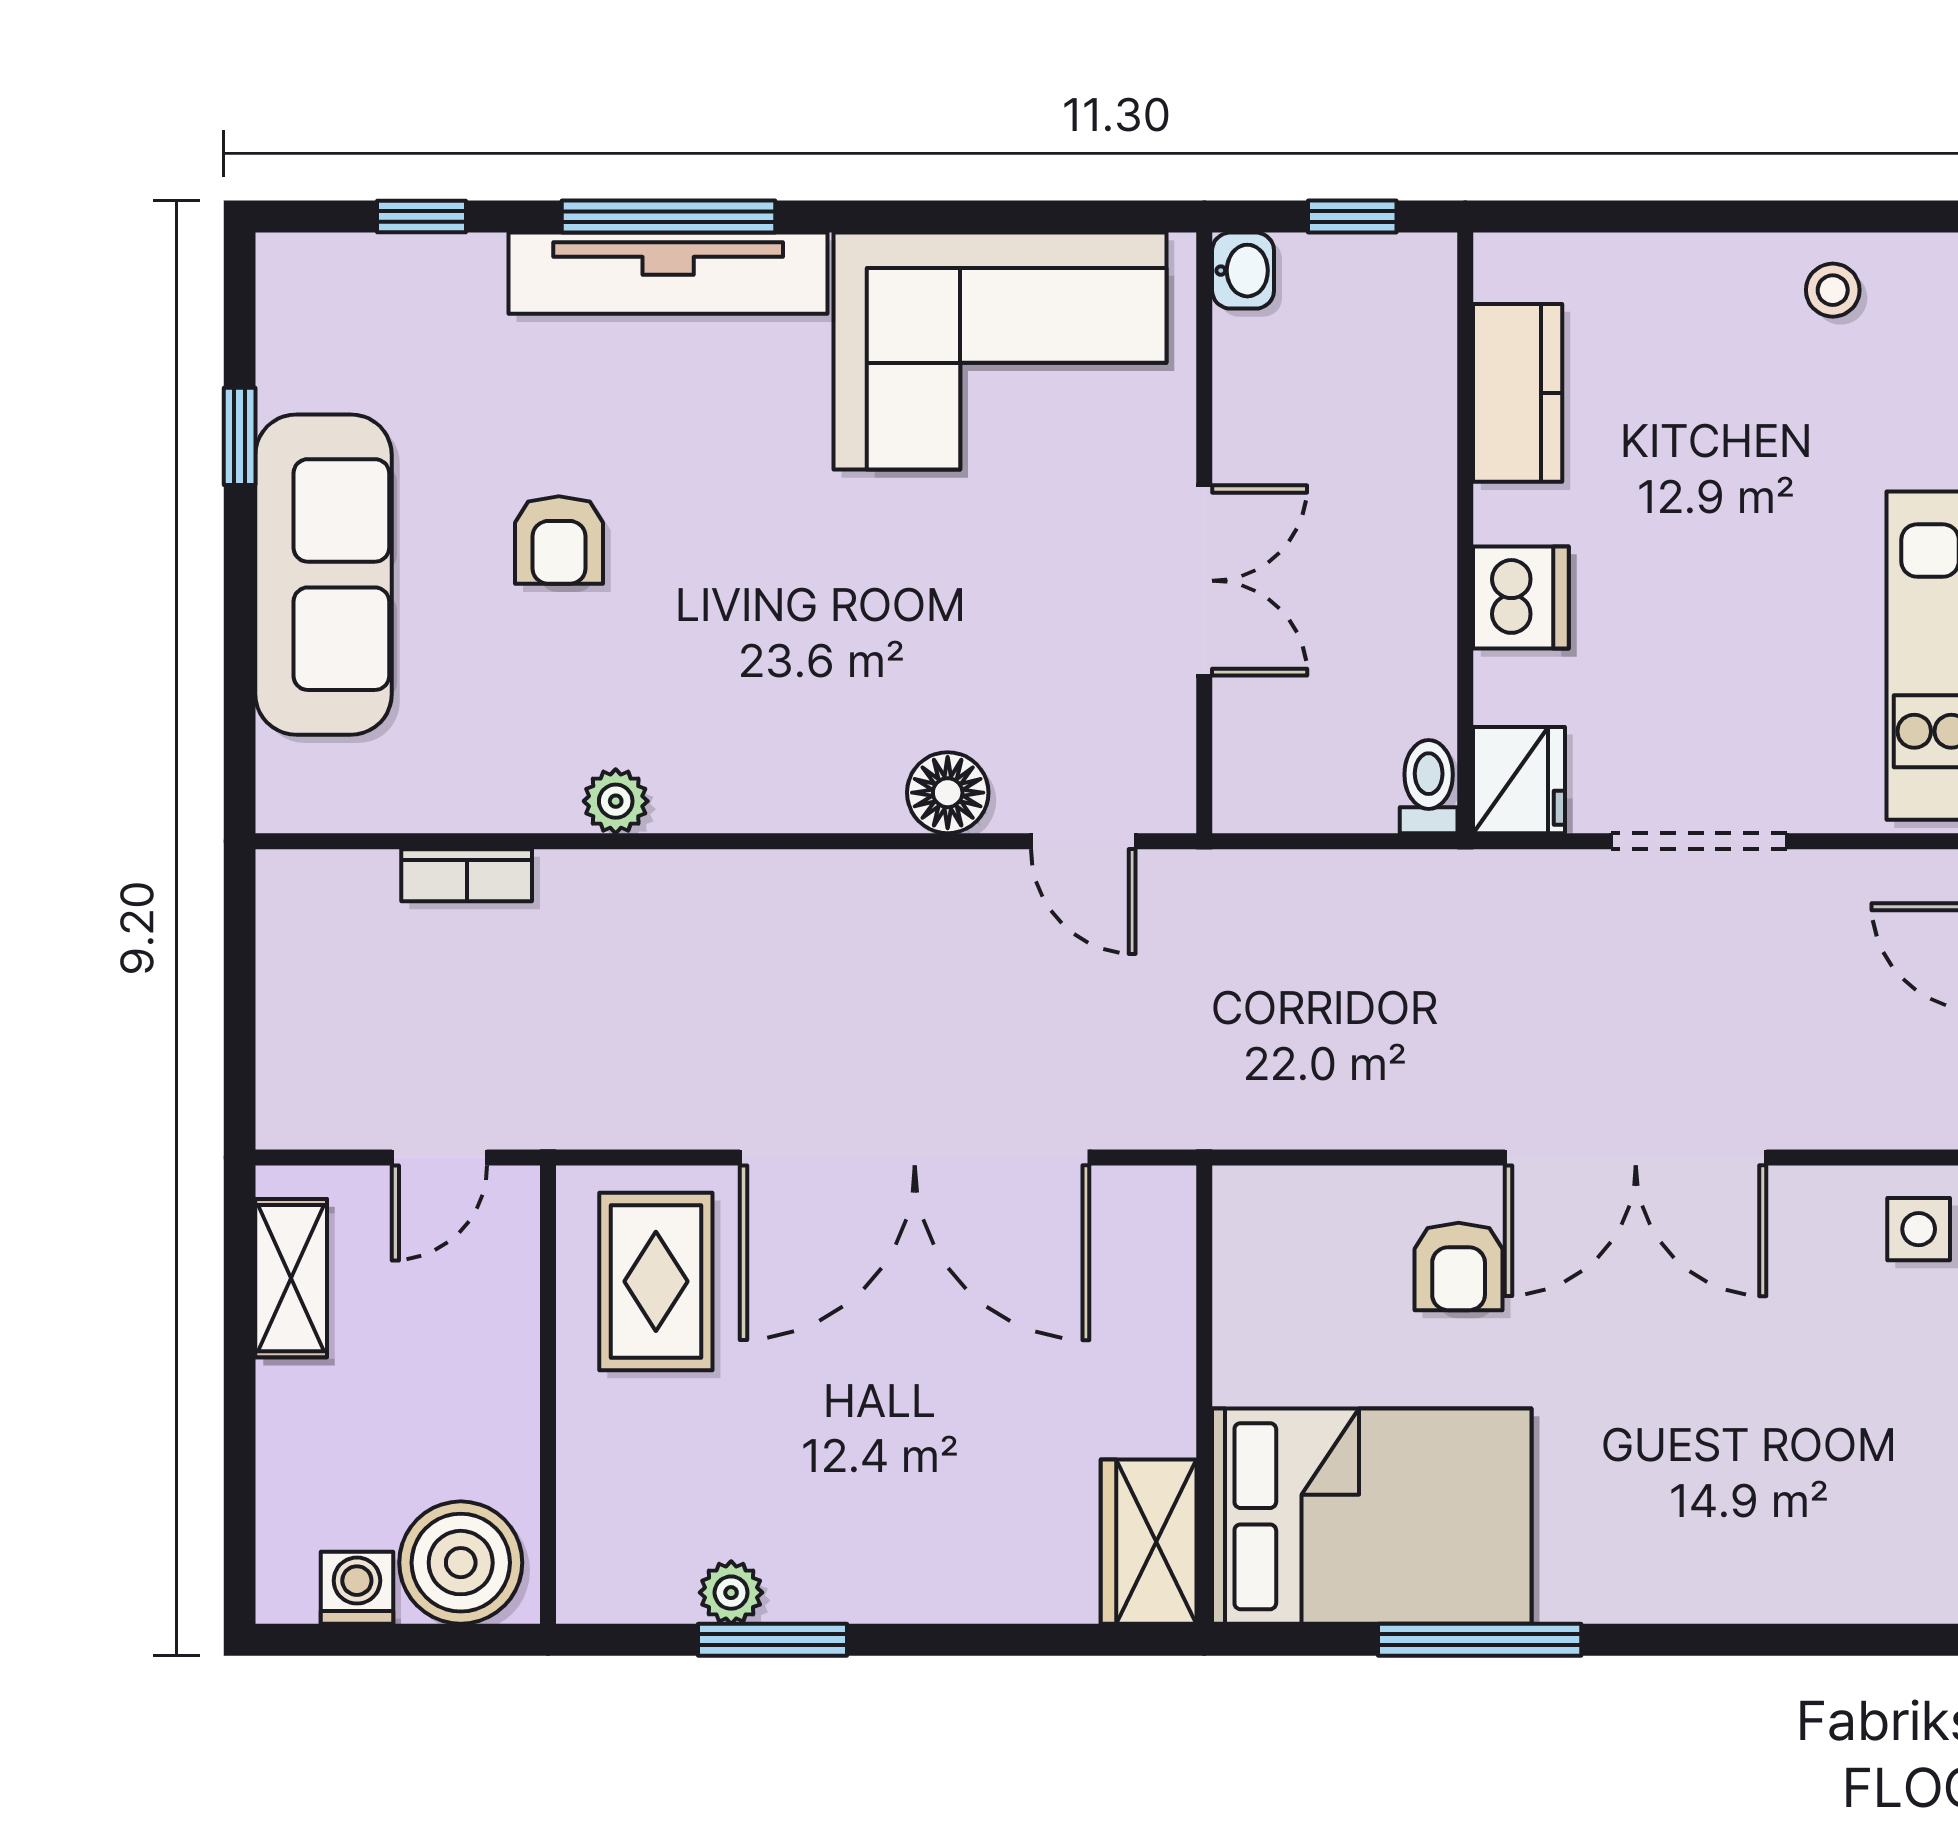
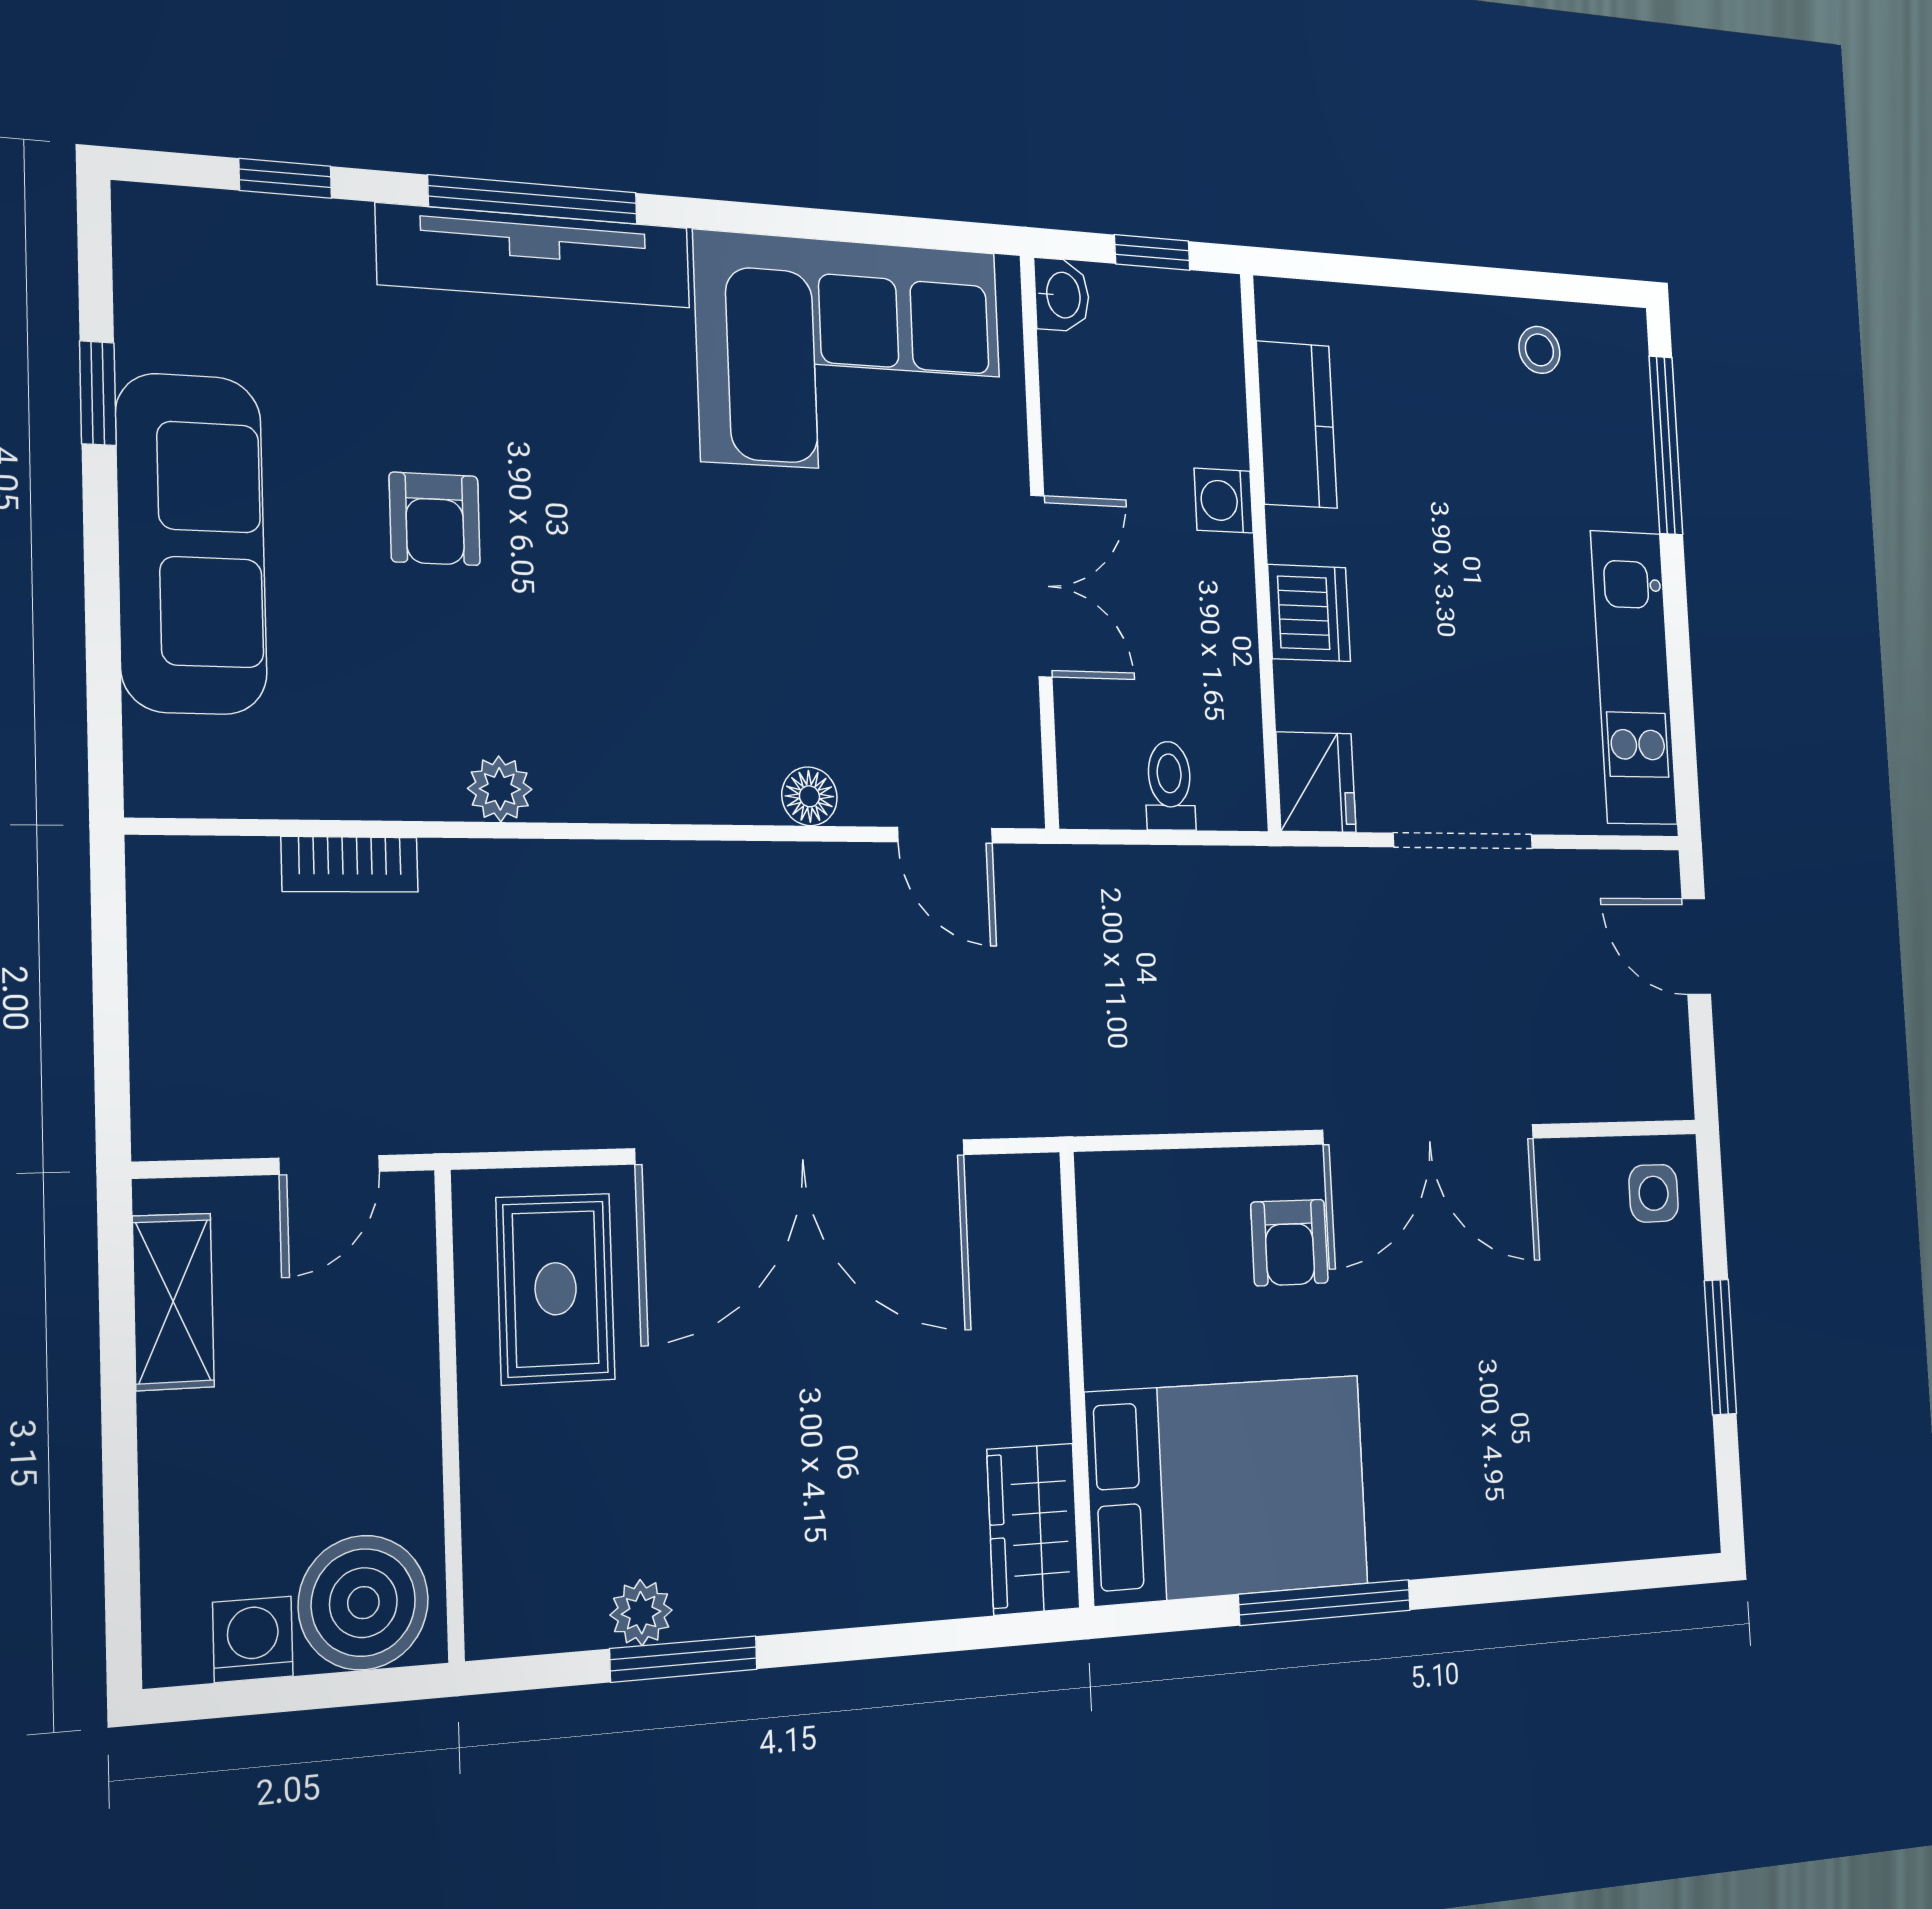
washing machine: (1424, 480) -> (1224, 501), added
toilet: (1429, 787) -> (1170, 786), moved
floor lamp: (948, 793) -> (809, 796), width x0.73, depth x0.73

